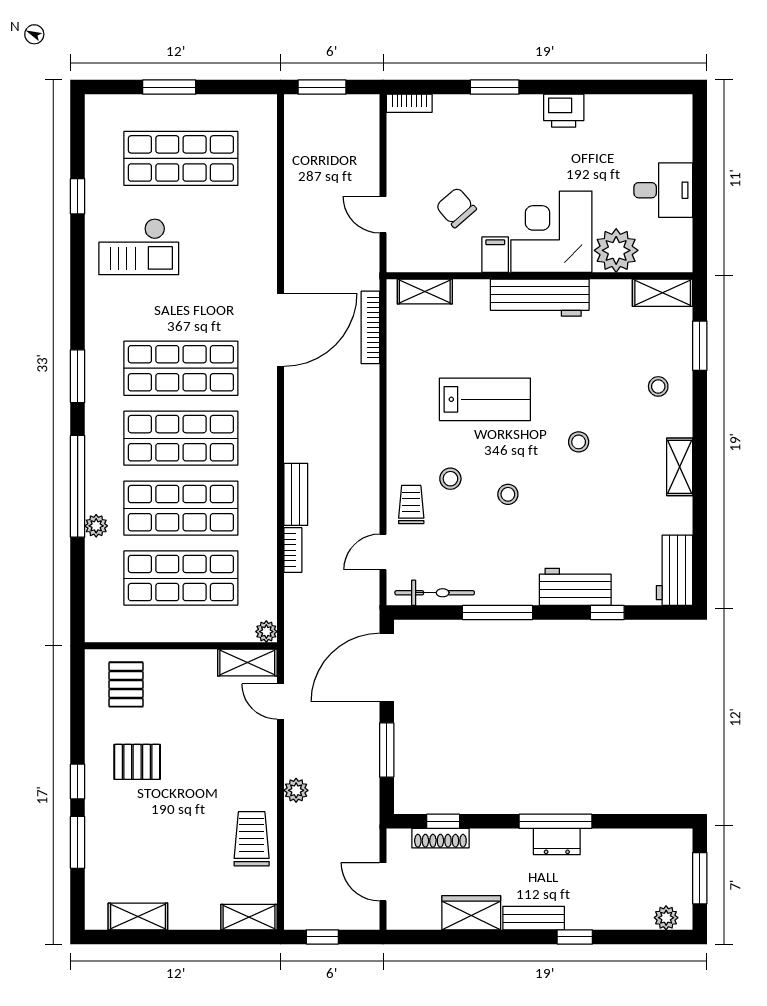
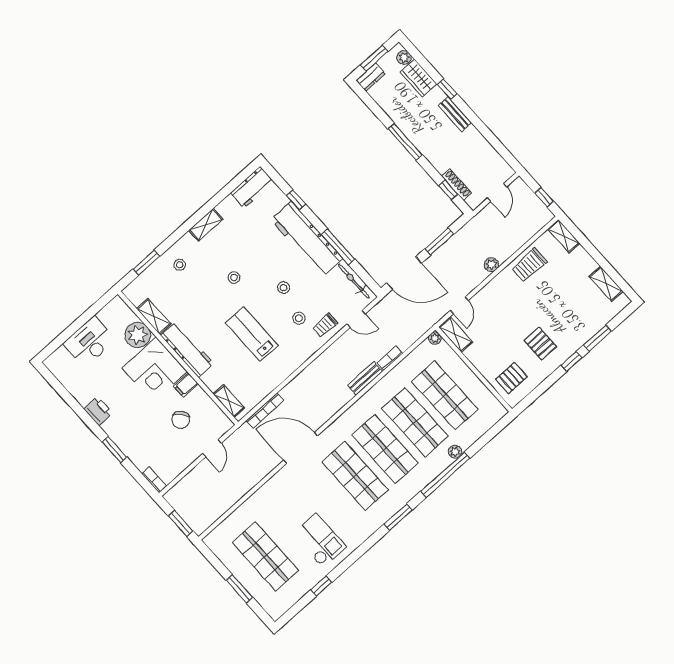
desk: (663, 190) -> (89, 342), width x1.37
shelving: (663, 293) -> (154, 316), moved
workbench: (575, 587) -> (307, 239), width x1.88, depth x1.32
dresser: (557, 842) -> (371, 77), moved, turned 90
wardrobe: (471, 913) -> (419, 78), moved

